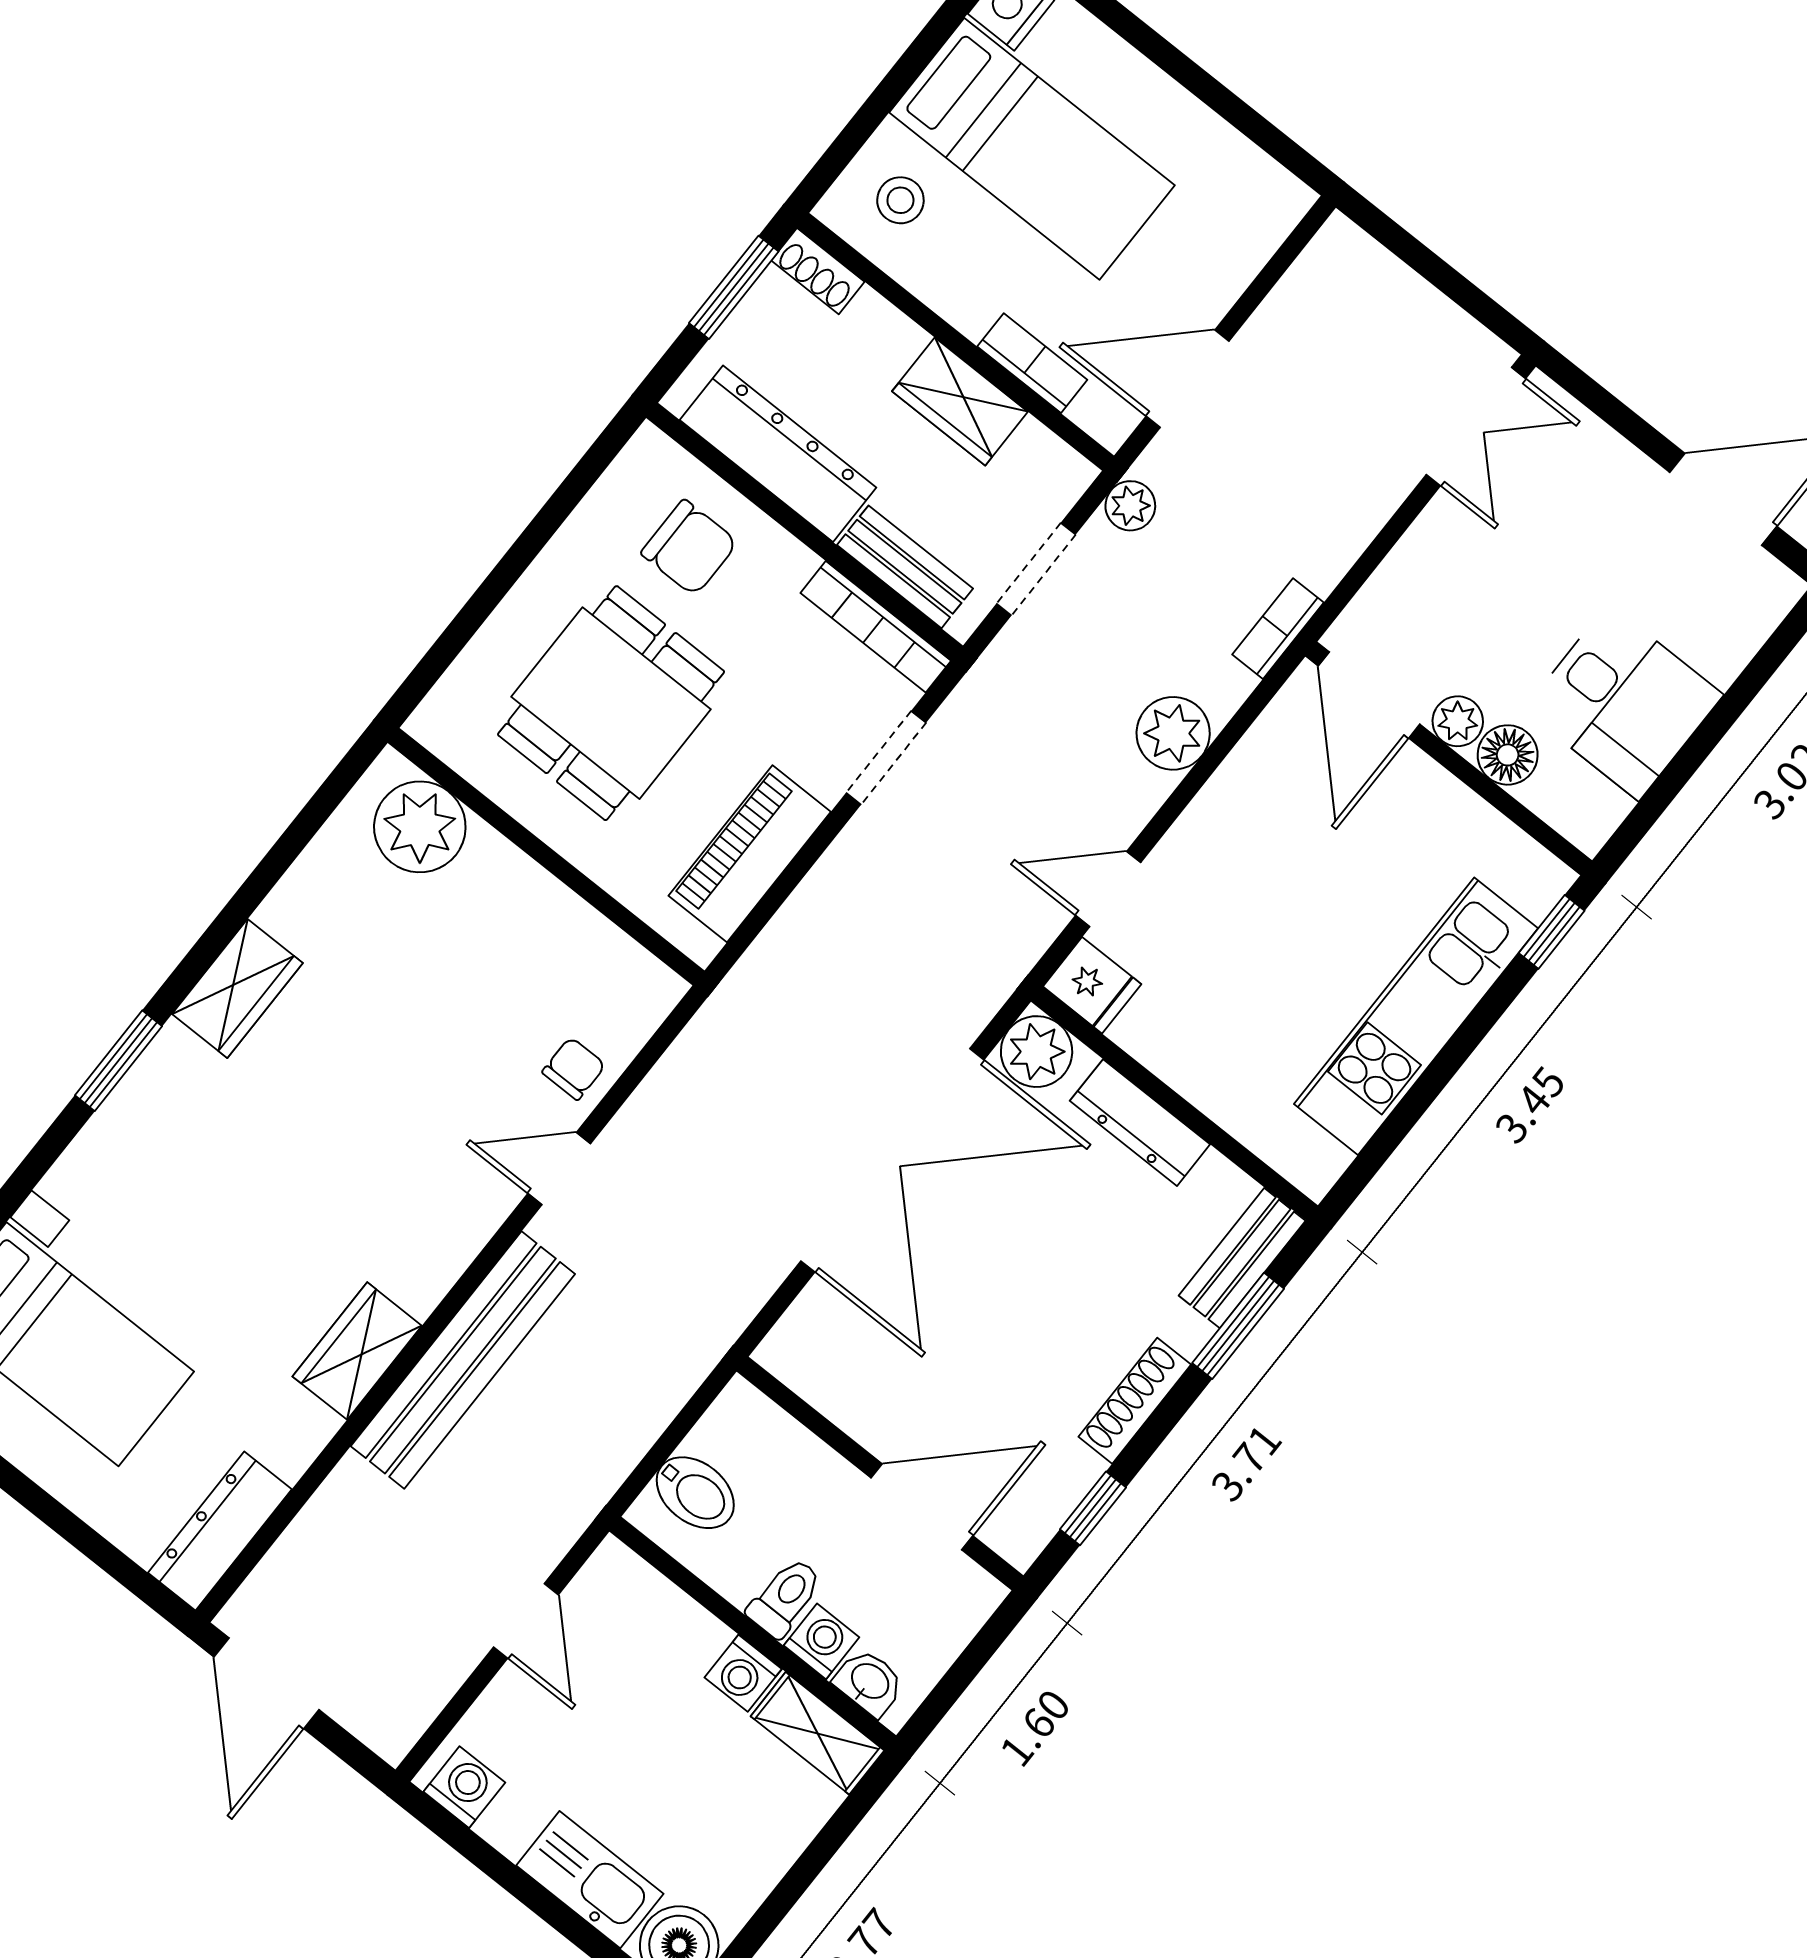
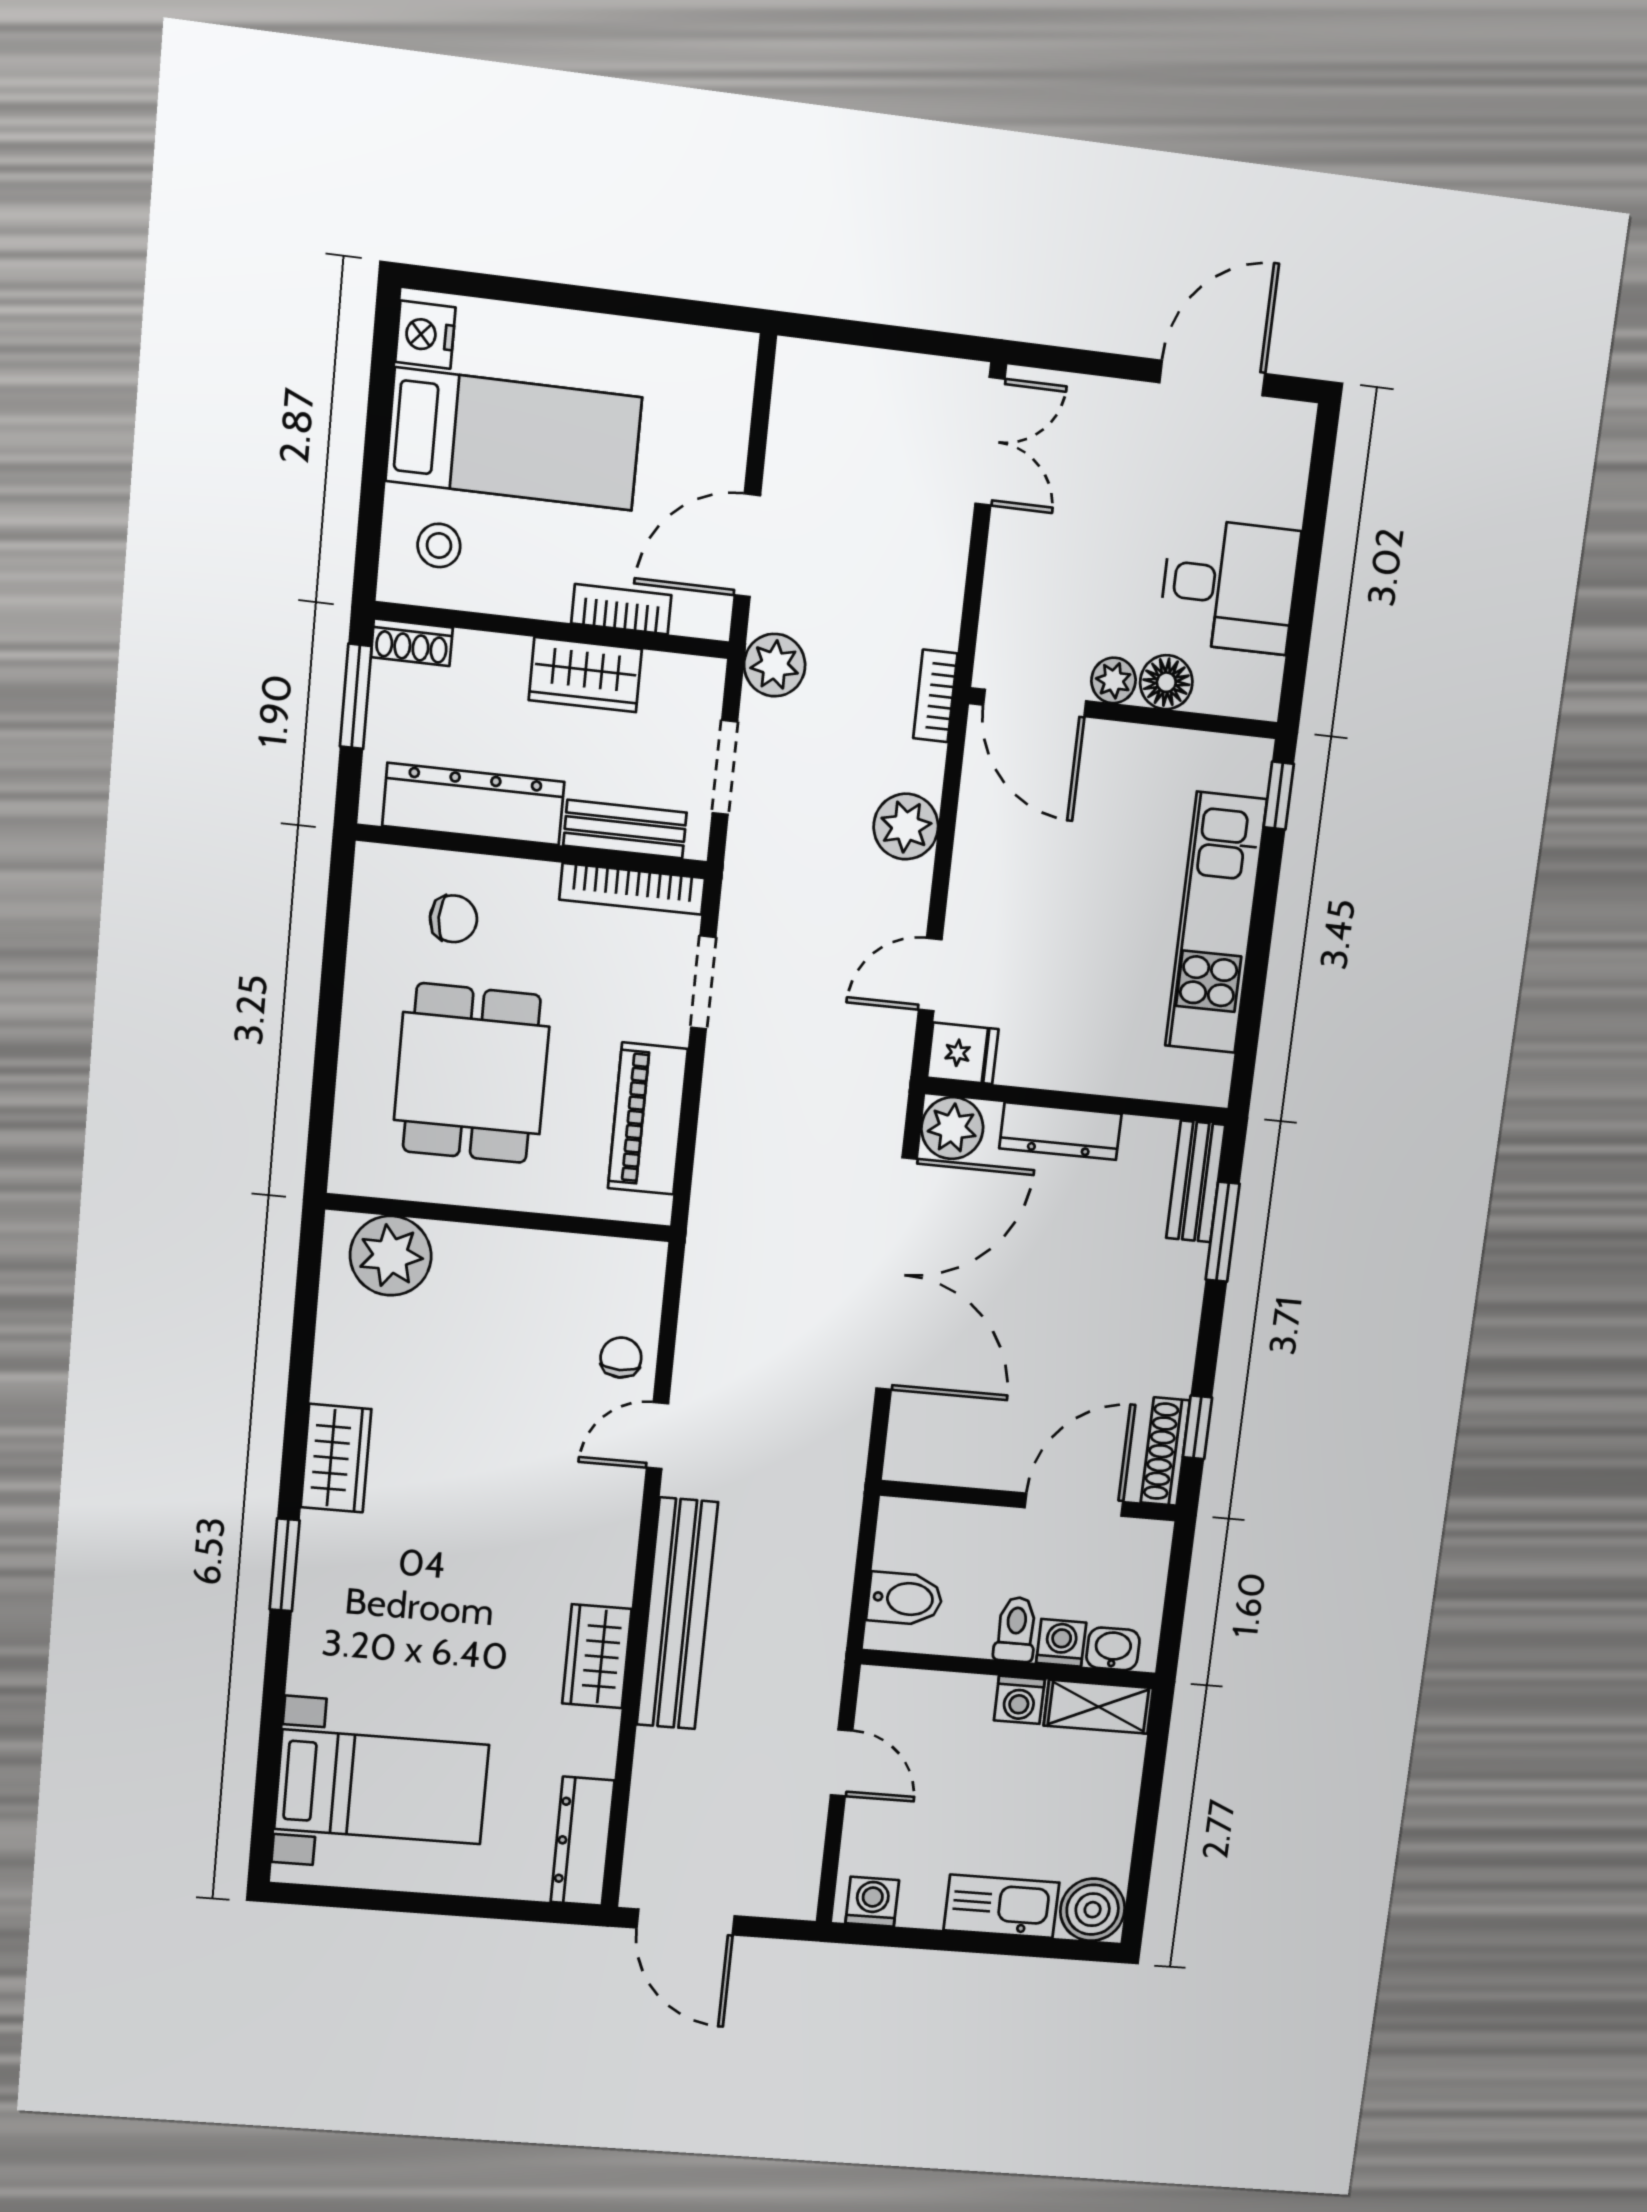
plant: (1130, 506) -> (775, 665), width x1.38, depth x1.38
chair: (689, 548) -> (453, 919), width x0.73, depth x0.73
shoe rack: (1135, 1401) -> (1165, 1452), moved

